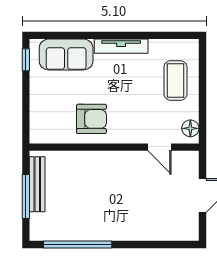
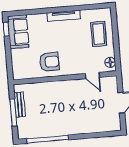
sofa: (66, 55) -> (18, 32), moved, turned -90
bench: (37, 184) -> (20, 105), width x0.73

